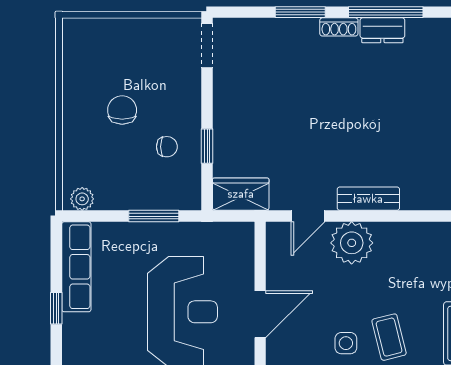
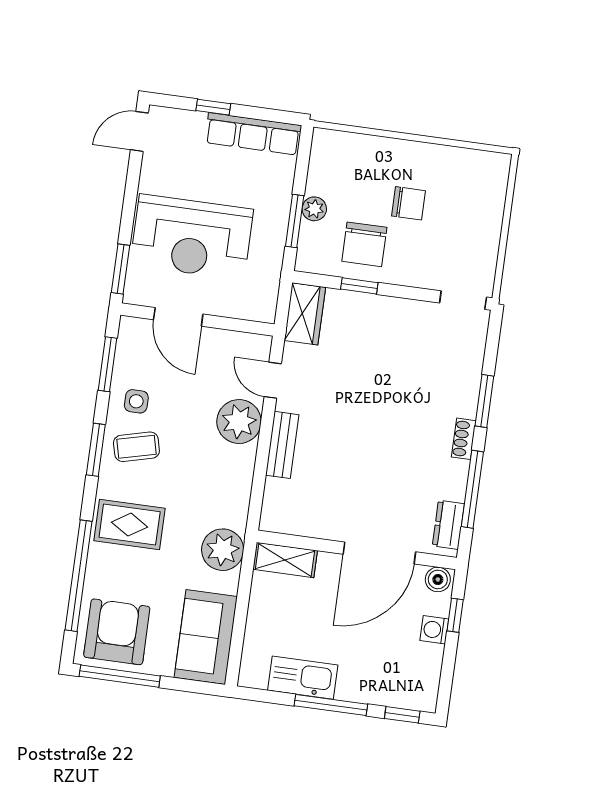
dresser: (382, 30) -> (448, 525), moved
chair: (167, 147) -> (364, 244), width x1.87, depth x1.87
plant: (82, 199) -> (314, 209), moved

